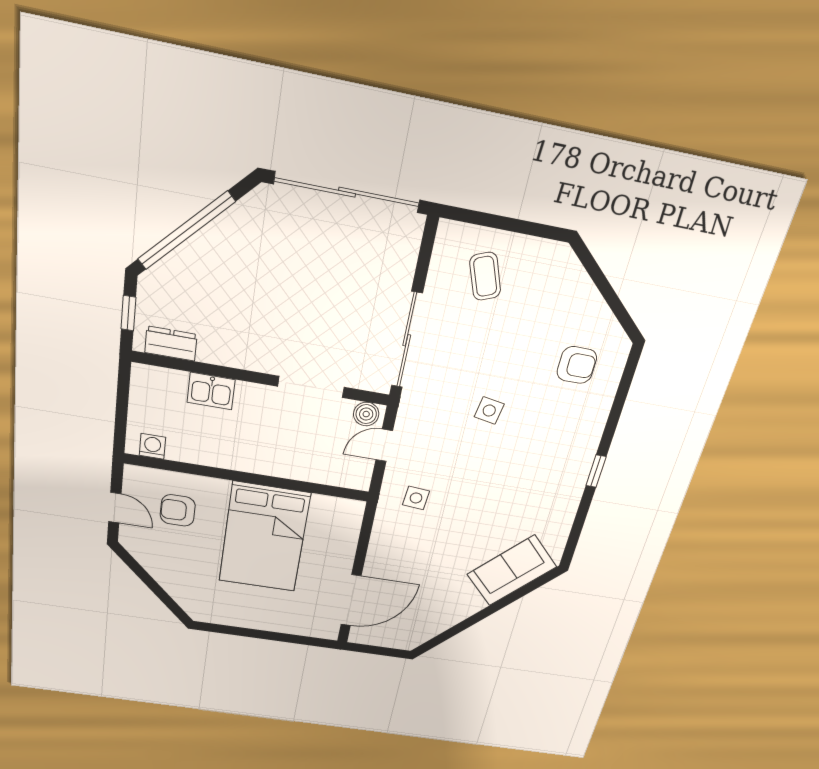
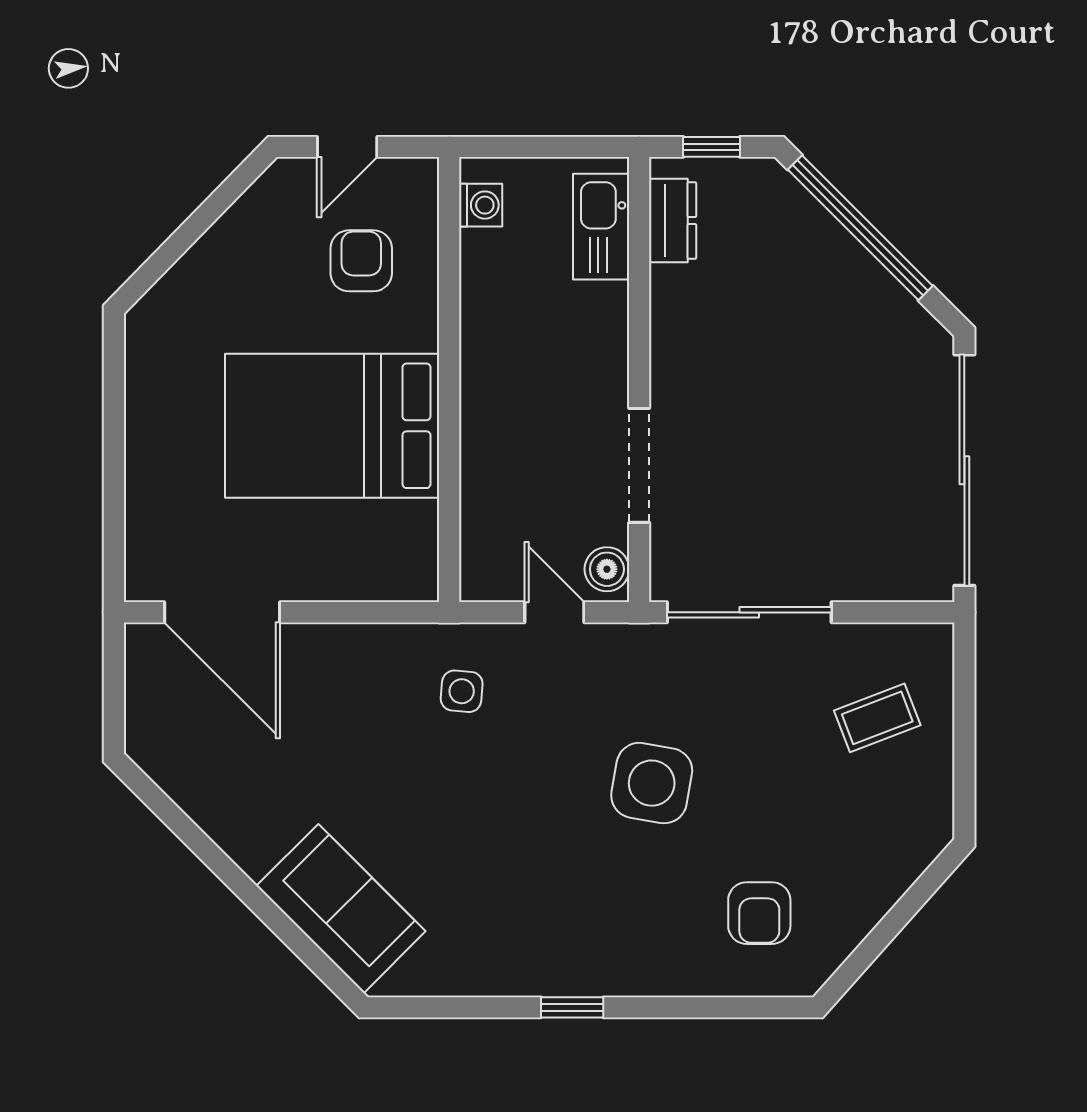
kitchen sink: (211, 391) -> (601, 227), moved, width x1.38
side table: (489, 410) -> (652, 783), width x1.87, depth x1.87

